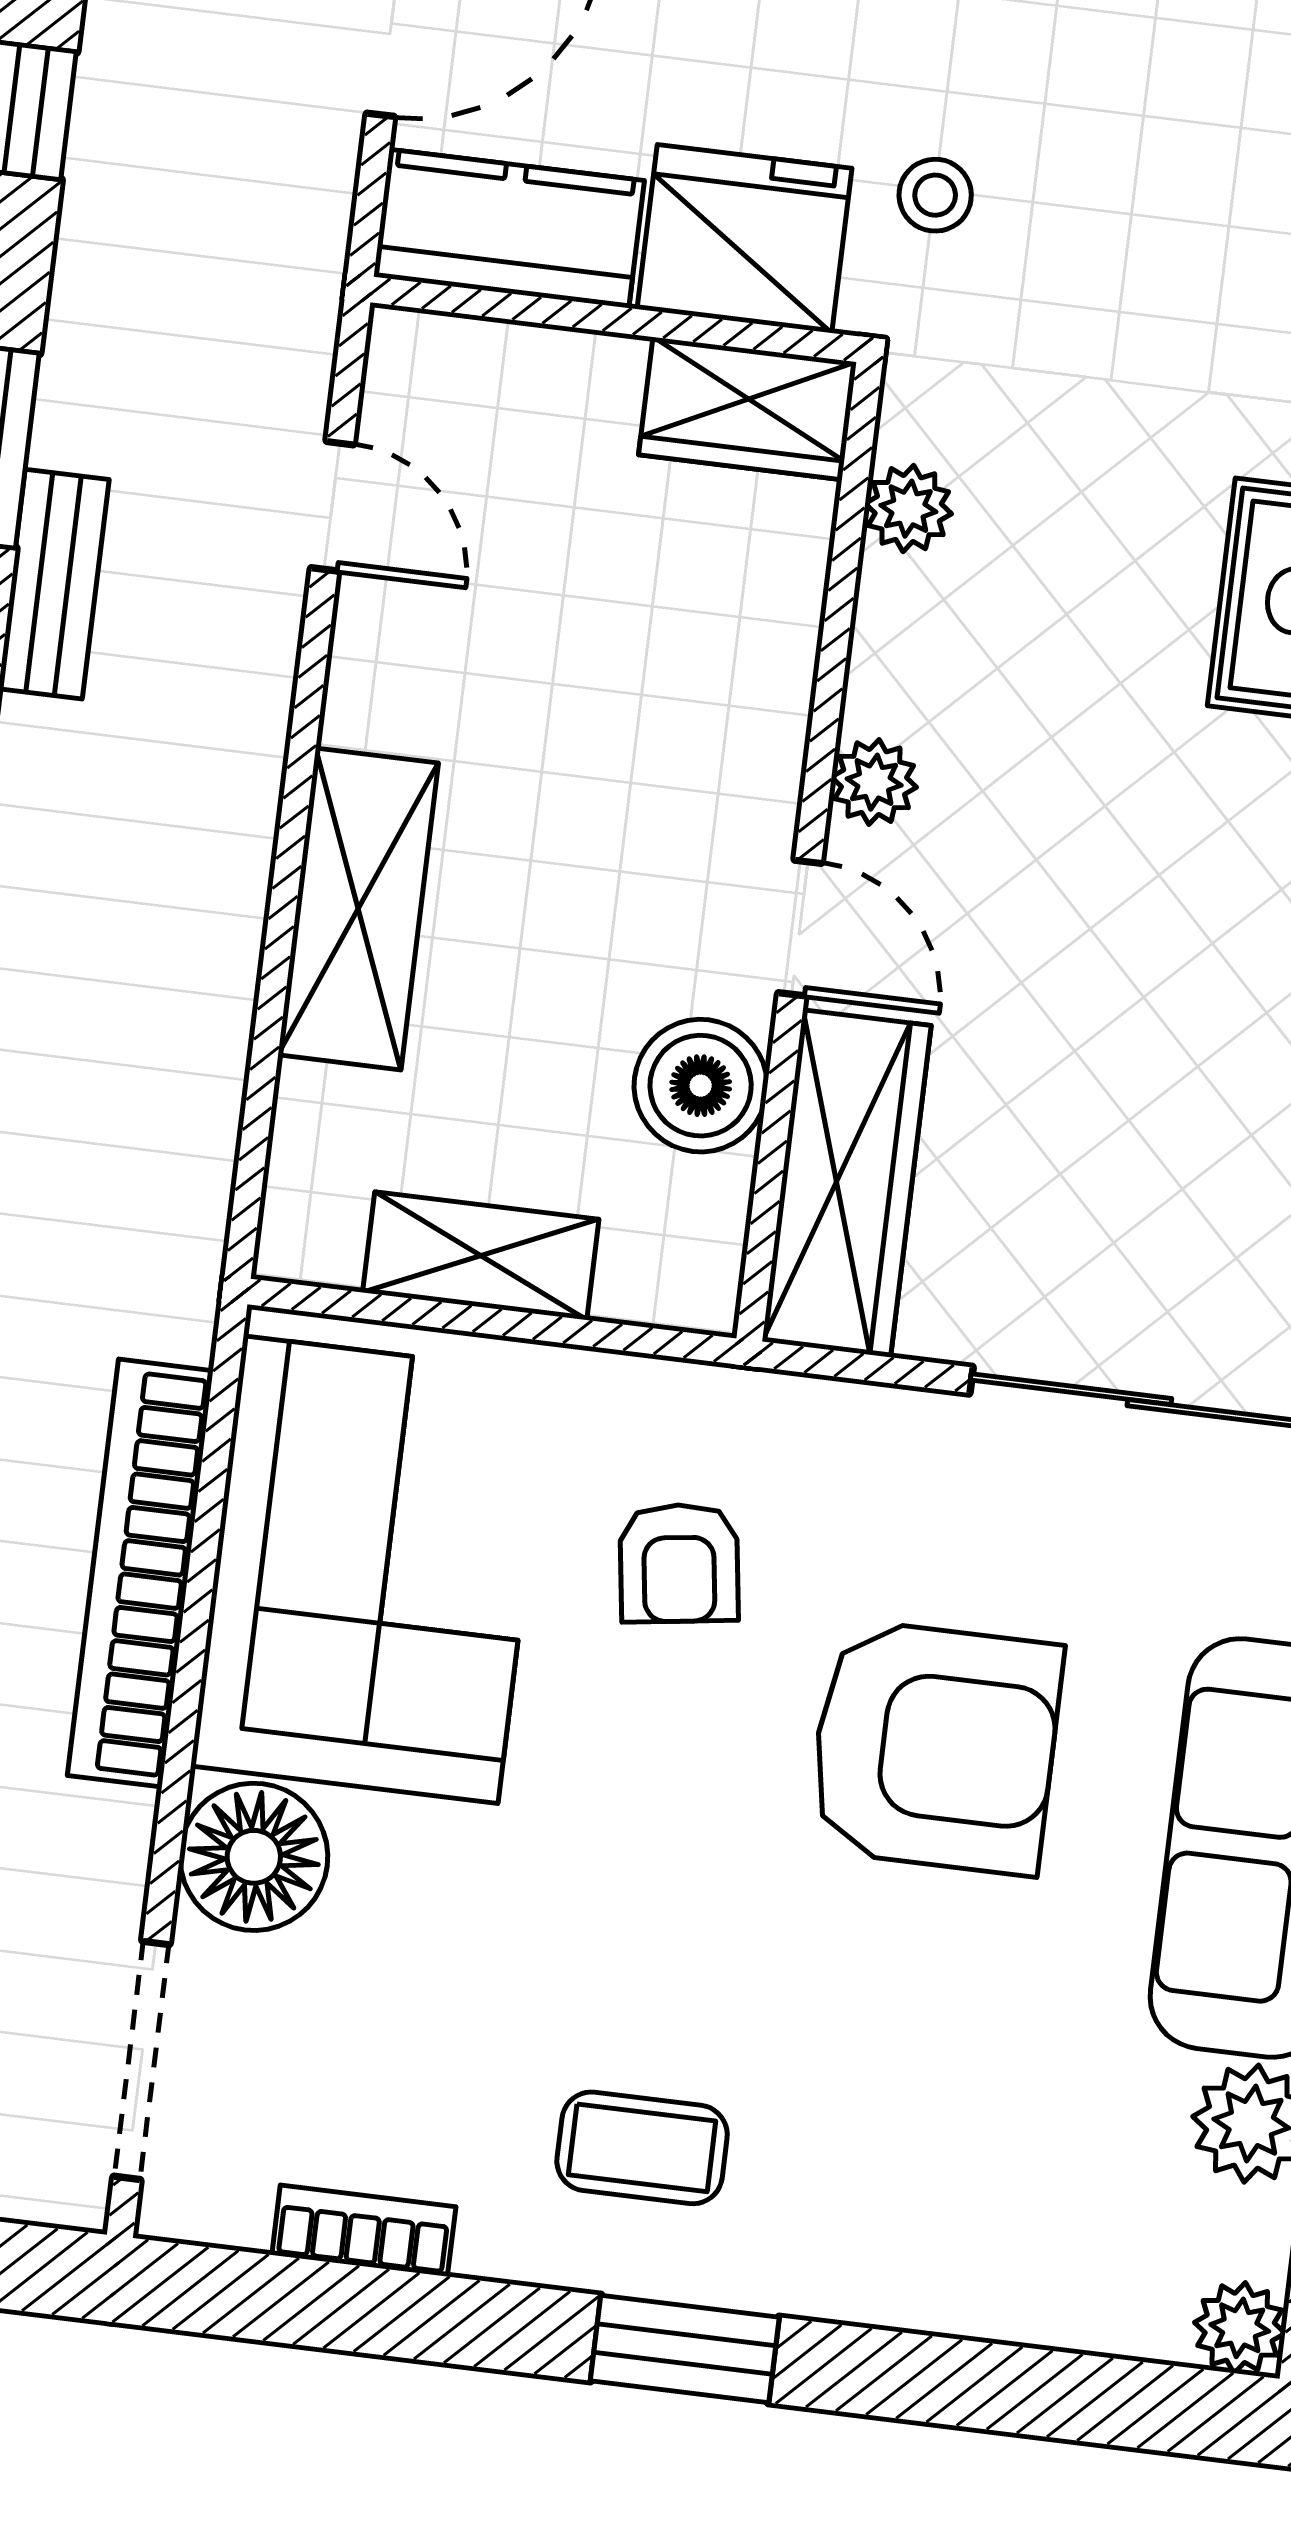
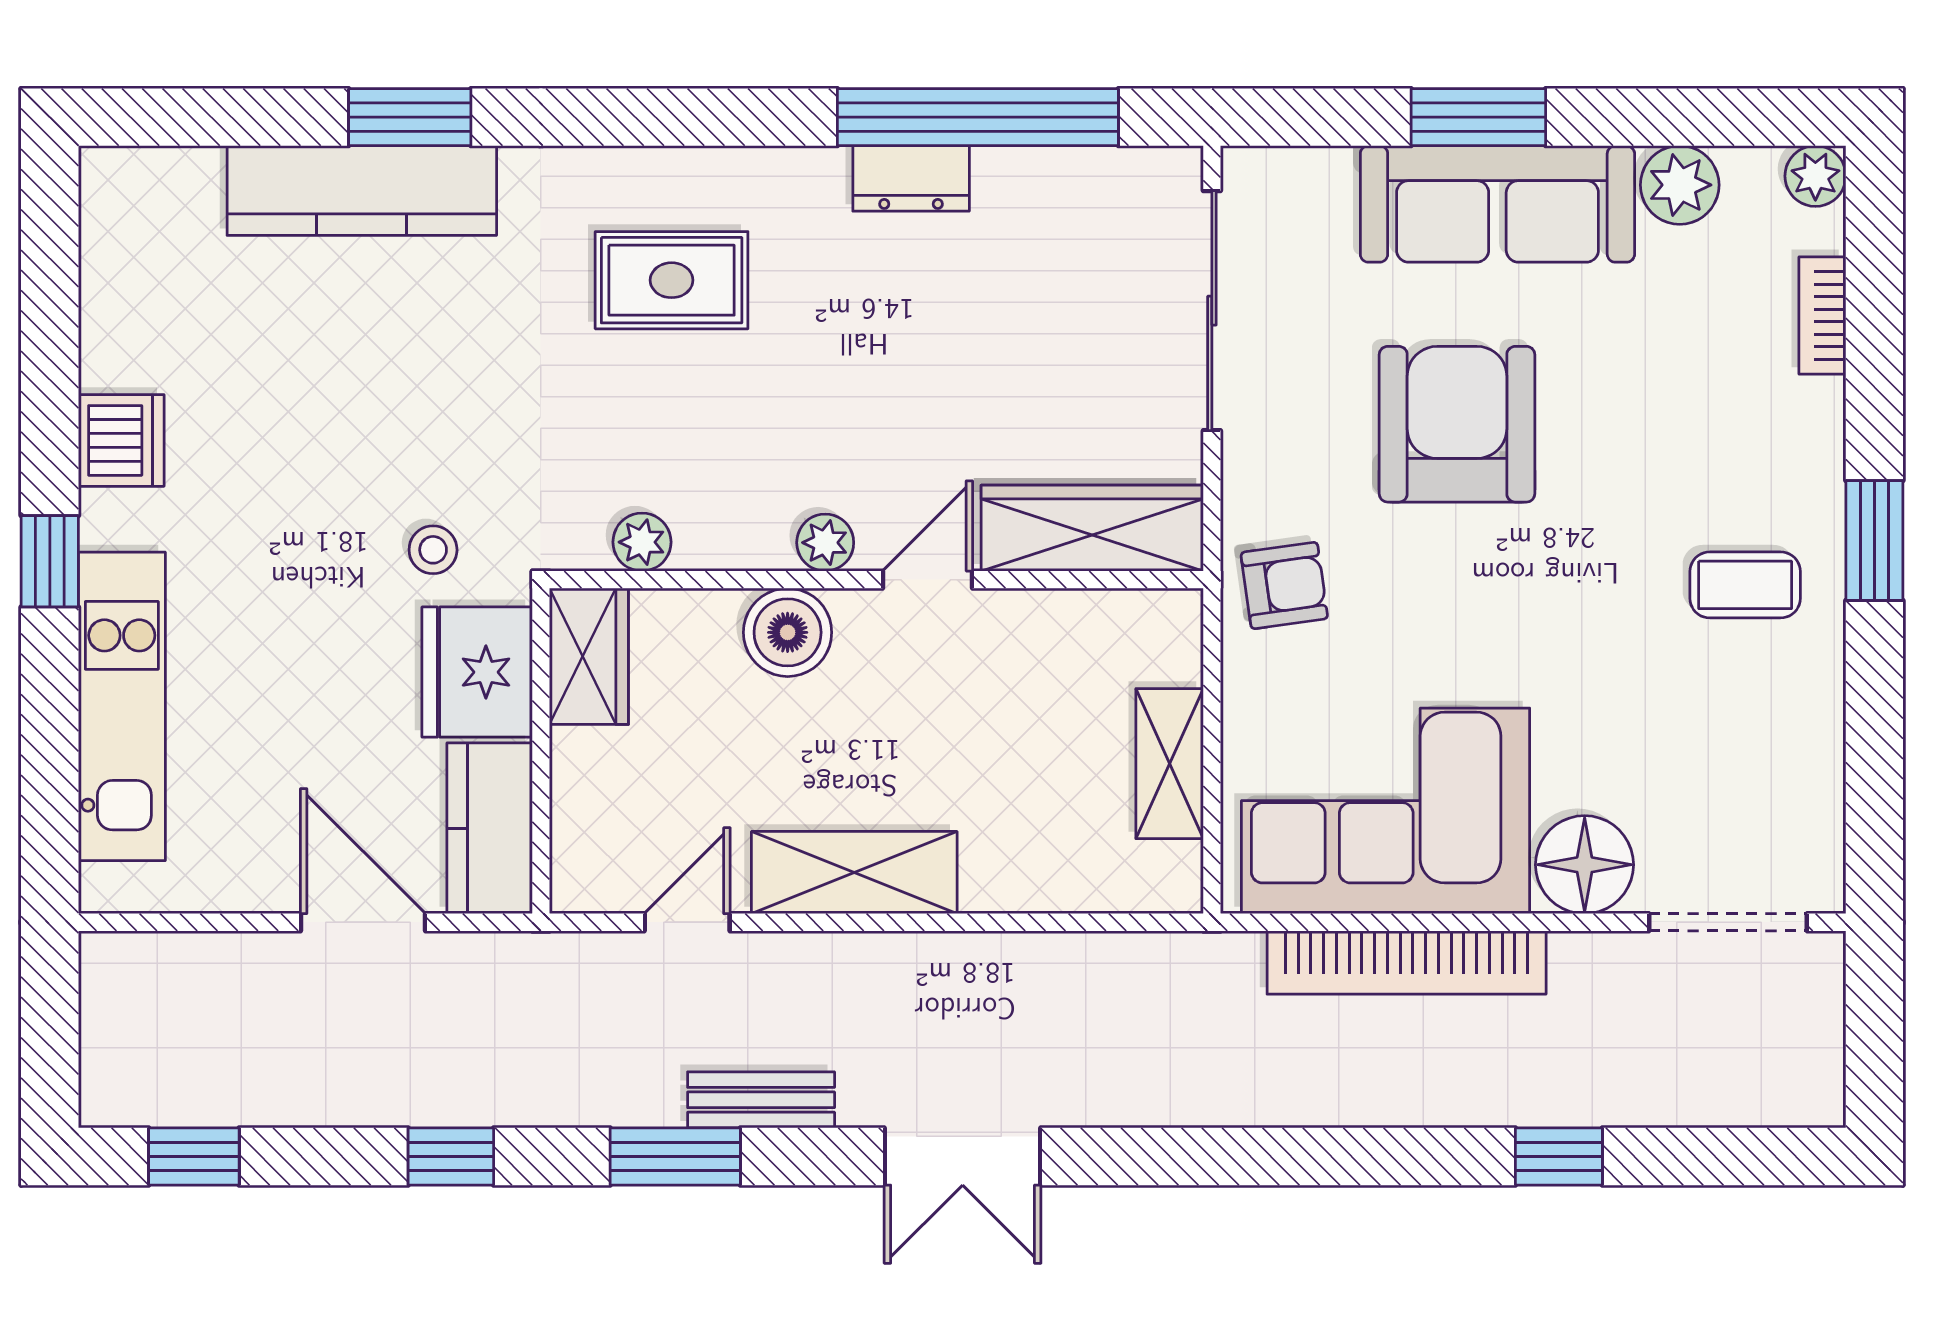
shelving: (358, 909) -> (854, 873), moved
boiler: (701, 1086) -> (788, 632), moved
armchair: (679, 1563) -> (1284, 586), moved
coffee table: (642, 2148) -> (1745, 585), turned 90
bookcase: (364, 2231) -> (1822, 316), moved

